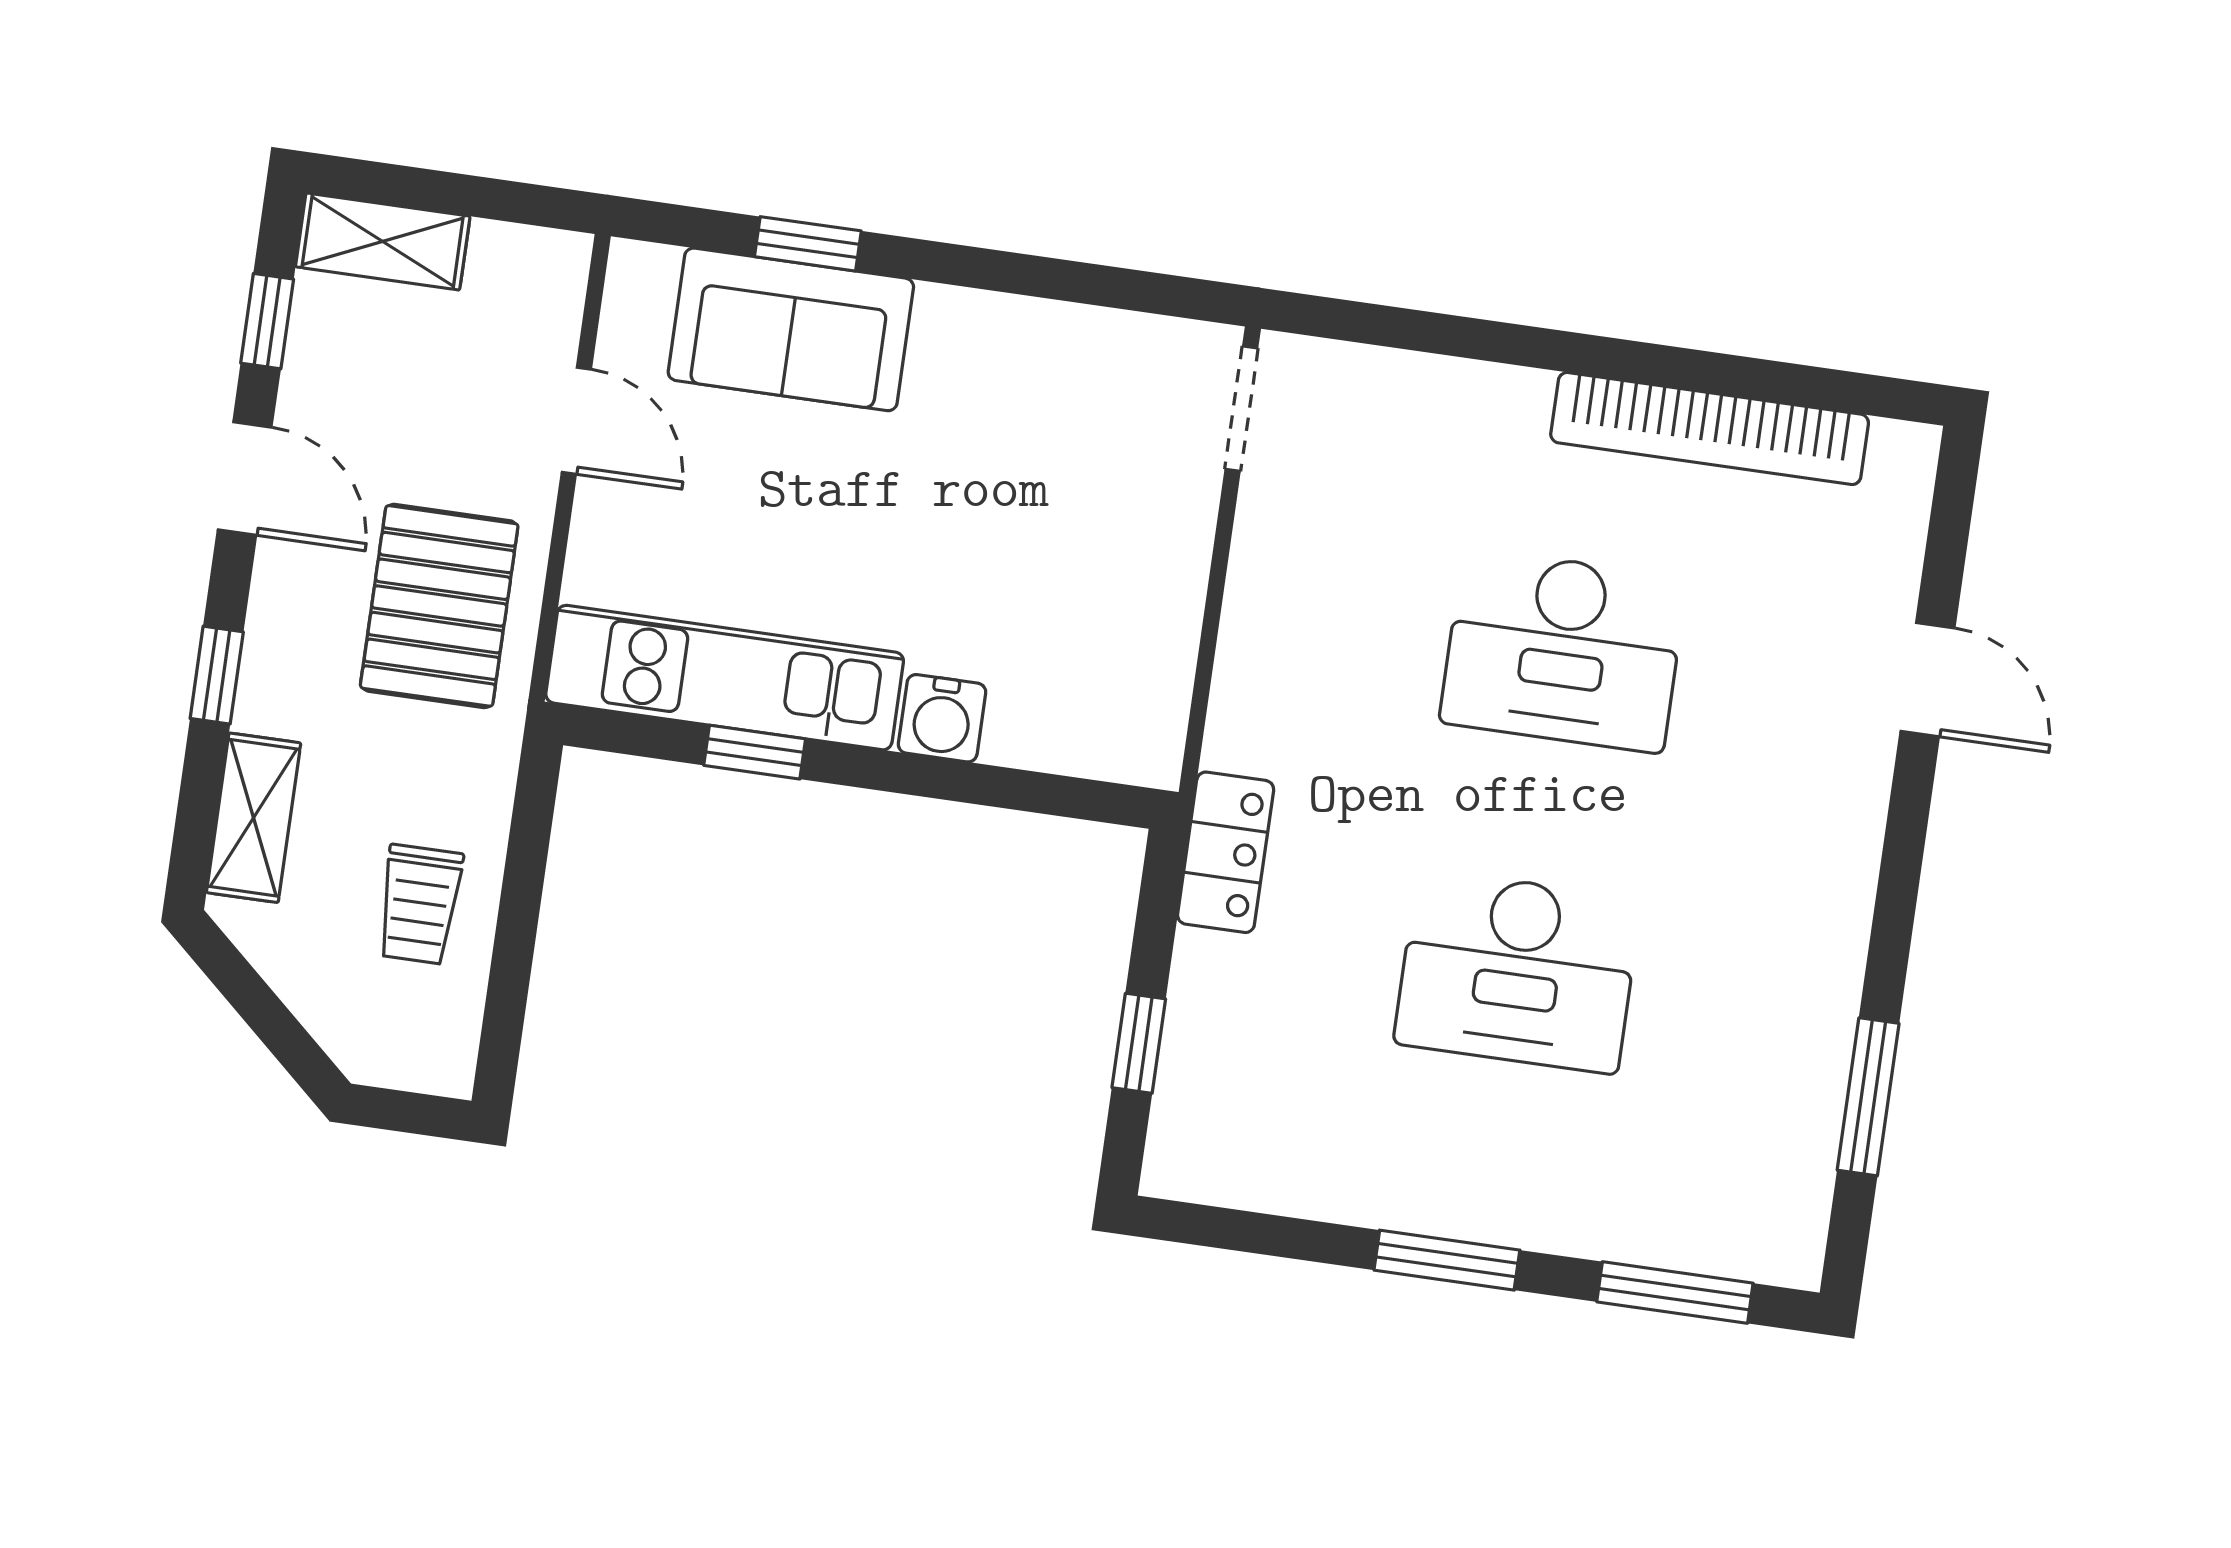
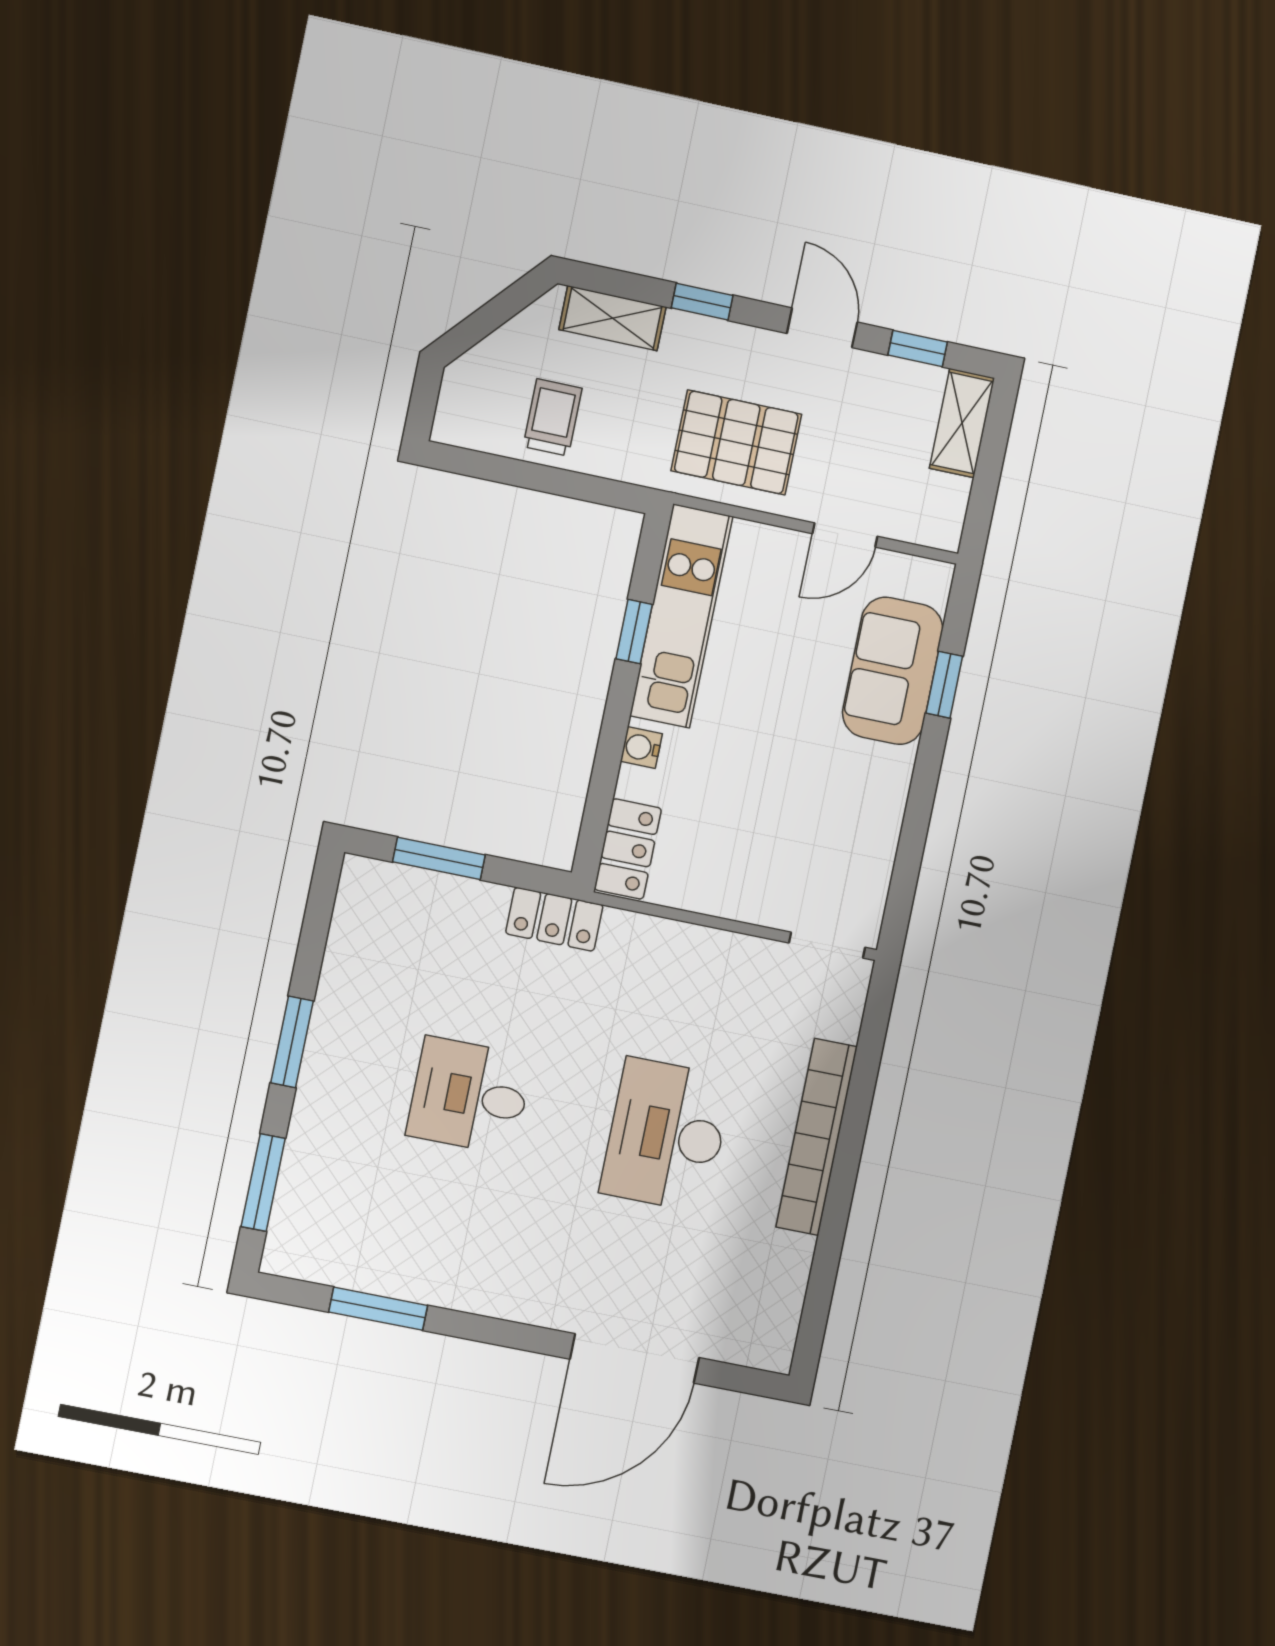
bookcase: (1710, 429) -> (817, 1137), moved
door: (245, 478) -> (822, 328), swing flipped
door: (1928, 680) -> (634, 1358), width x1.88
water cooler: (942, 718) -> (641, 747), width x0.72, depth x0.72
locker: (1105, 741) -> (628, 849), added
trolley: (419, 904) -> (552, 417), turned 90
desk: (1518, 971) -> (470, 1096), width x0.73
window: (1139, 1043) -> (439, 858), width x1.50

